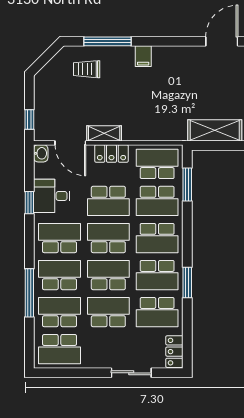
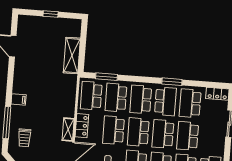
school desk: (108, 201) -> (113, 130), turned 180
school desk: (157, 201) -> (116, 98), turned 180
school desk: (157, 238) -> (141, 99), turned 180
school desk: (157, 312) -> (190, 103), turned 180

